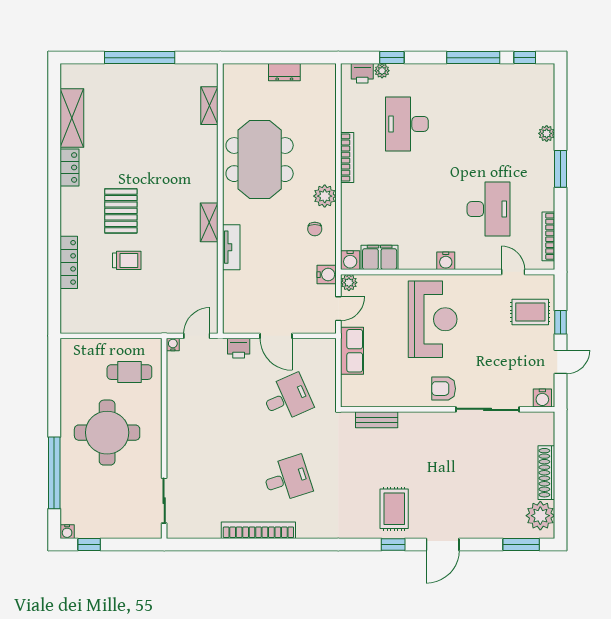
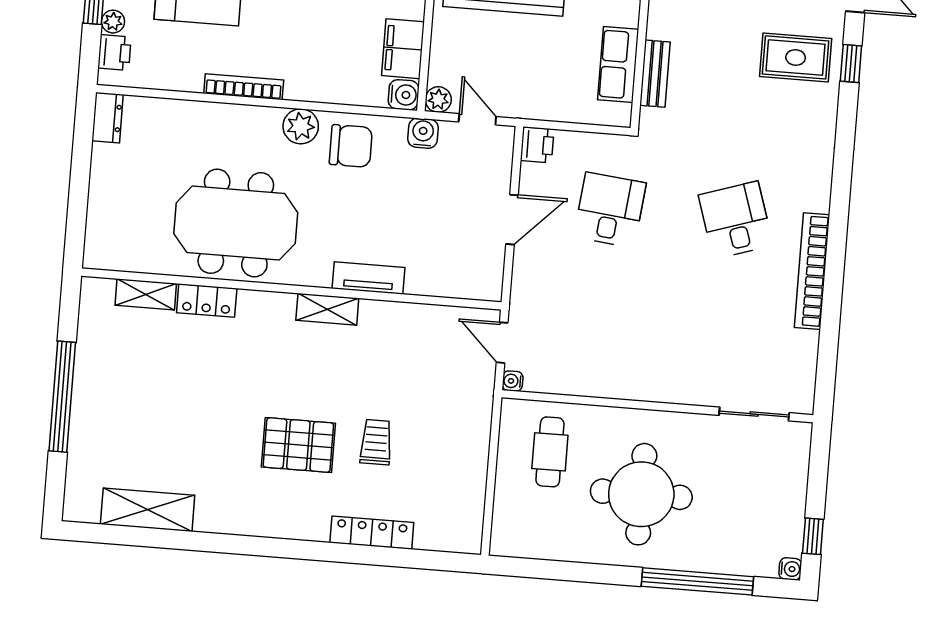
dresser: (284, 72) -> (108, 118), moved
locker: (69, 167) -> (207, 301), moved, turned 180
chair: (315, 229) -> (351, 146), width x1.87, depth x1.87
printer: (239, 348) -> (537, 145), moved
row of seats: (352, 351) -> (618, 65), moved, turned -90
desk: (287, 398) -> (610, 210), turned 30

